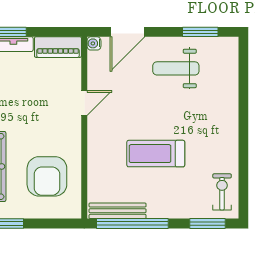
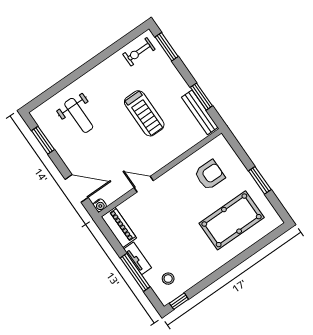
weight bench: (176, 68) -> (79, 115), moved
armchair: (47, 176) -> (210, 175), width x0.73, depth x0.73
window: (132, 223) -> (201, 97), width x0.47

